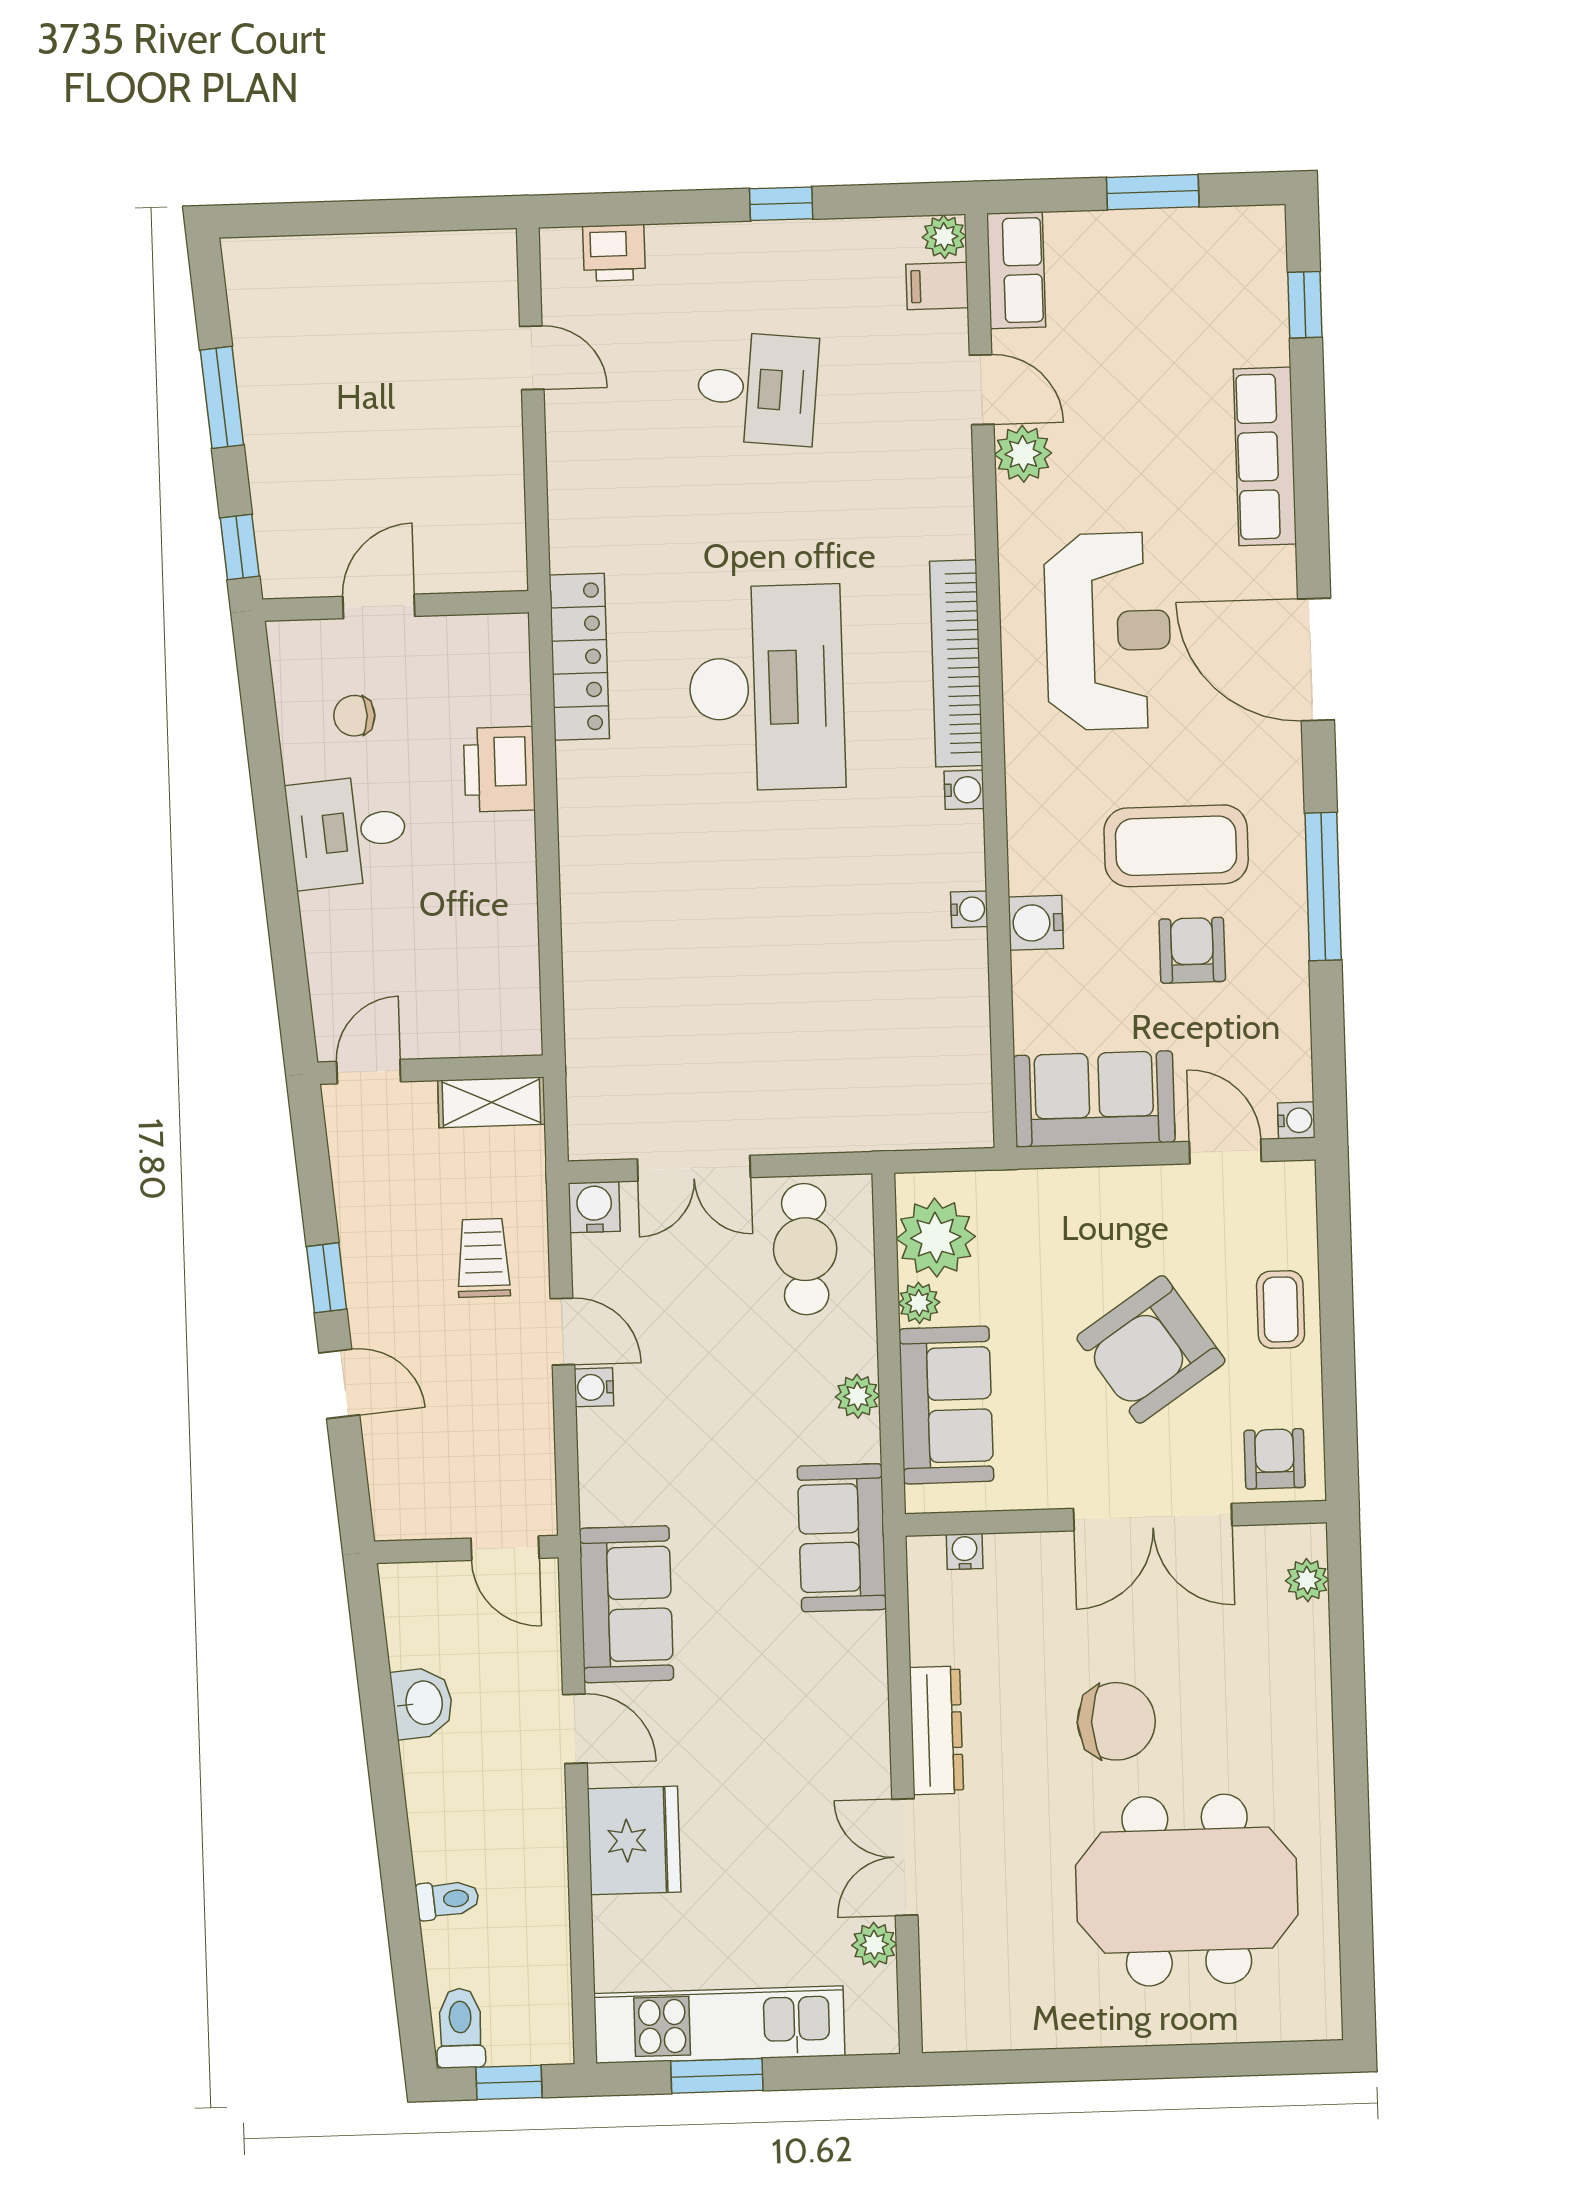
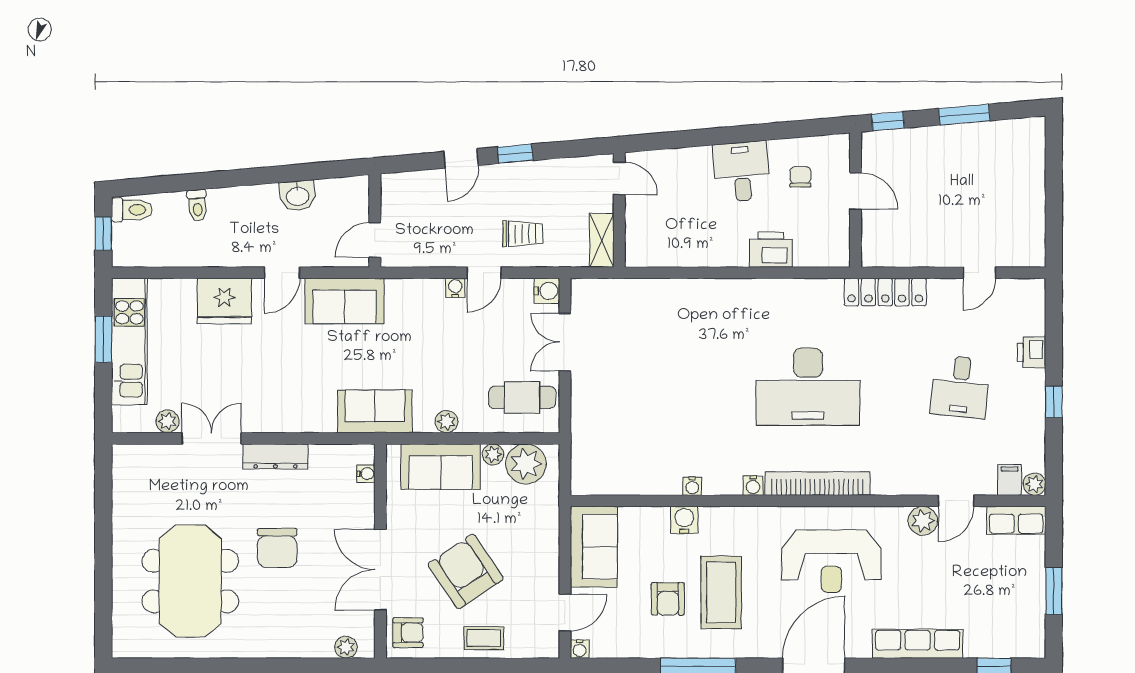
printer: (614, 253) -> (1032, 352), moved
locker: (579, 657) -> (885, 292), moved
armchair: (1192, 950) -> (668, 599), turned 90

